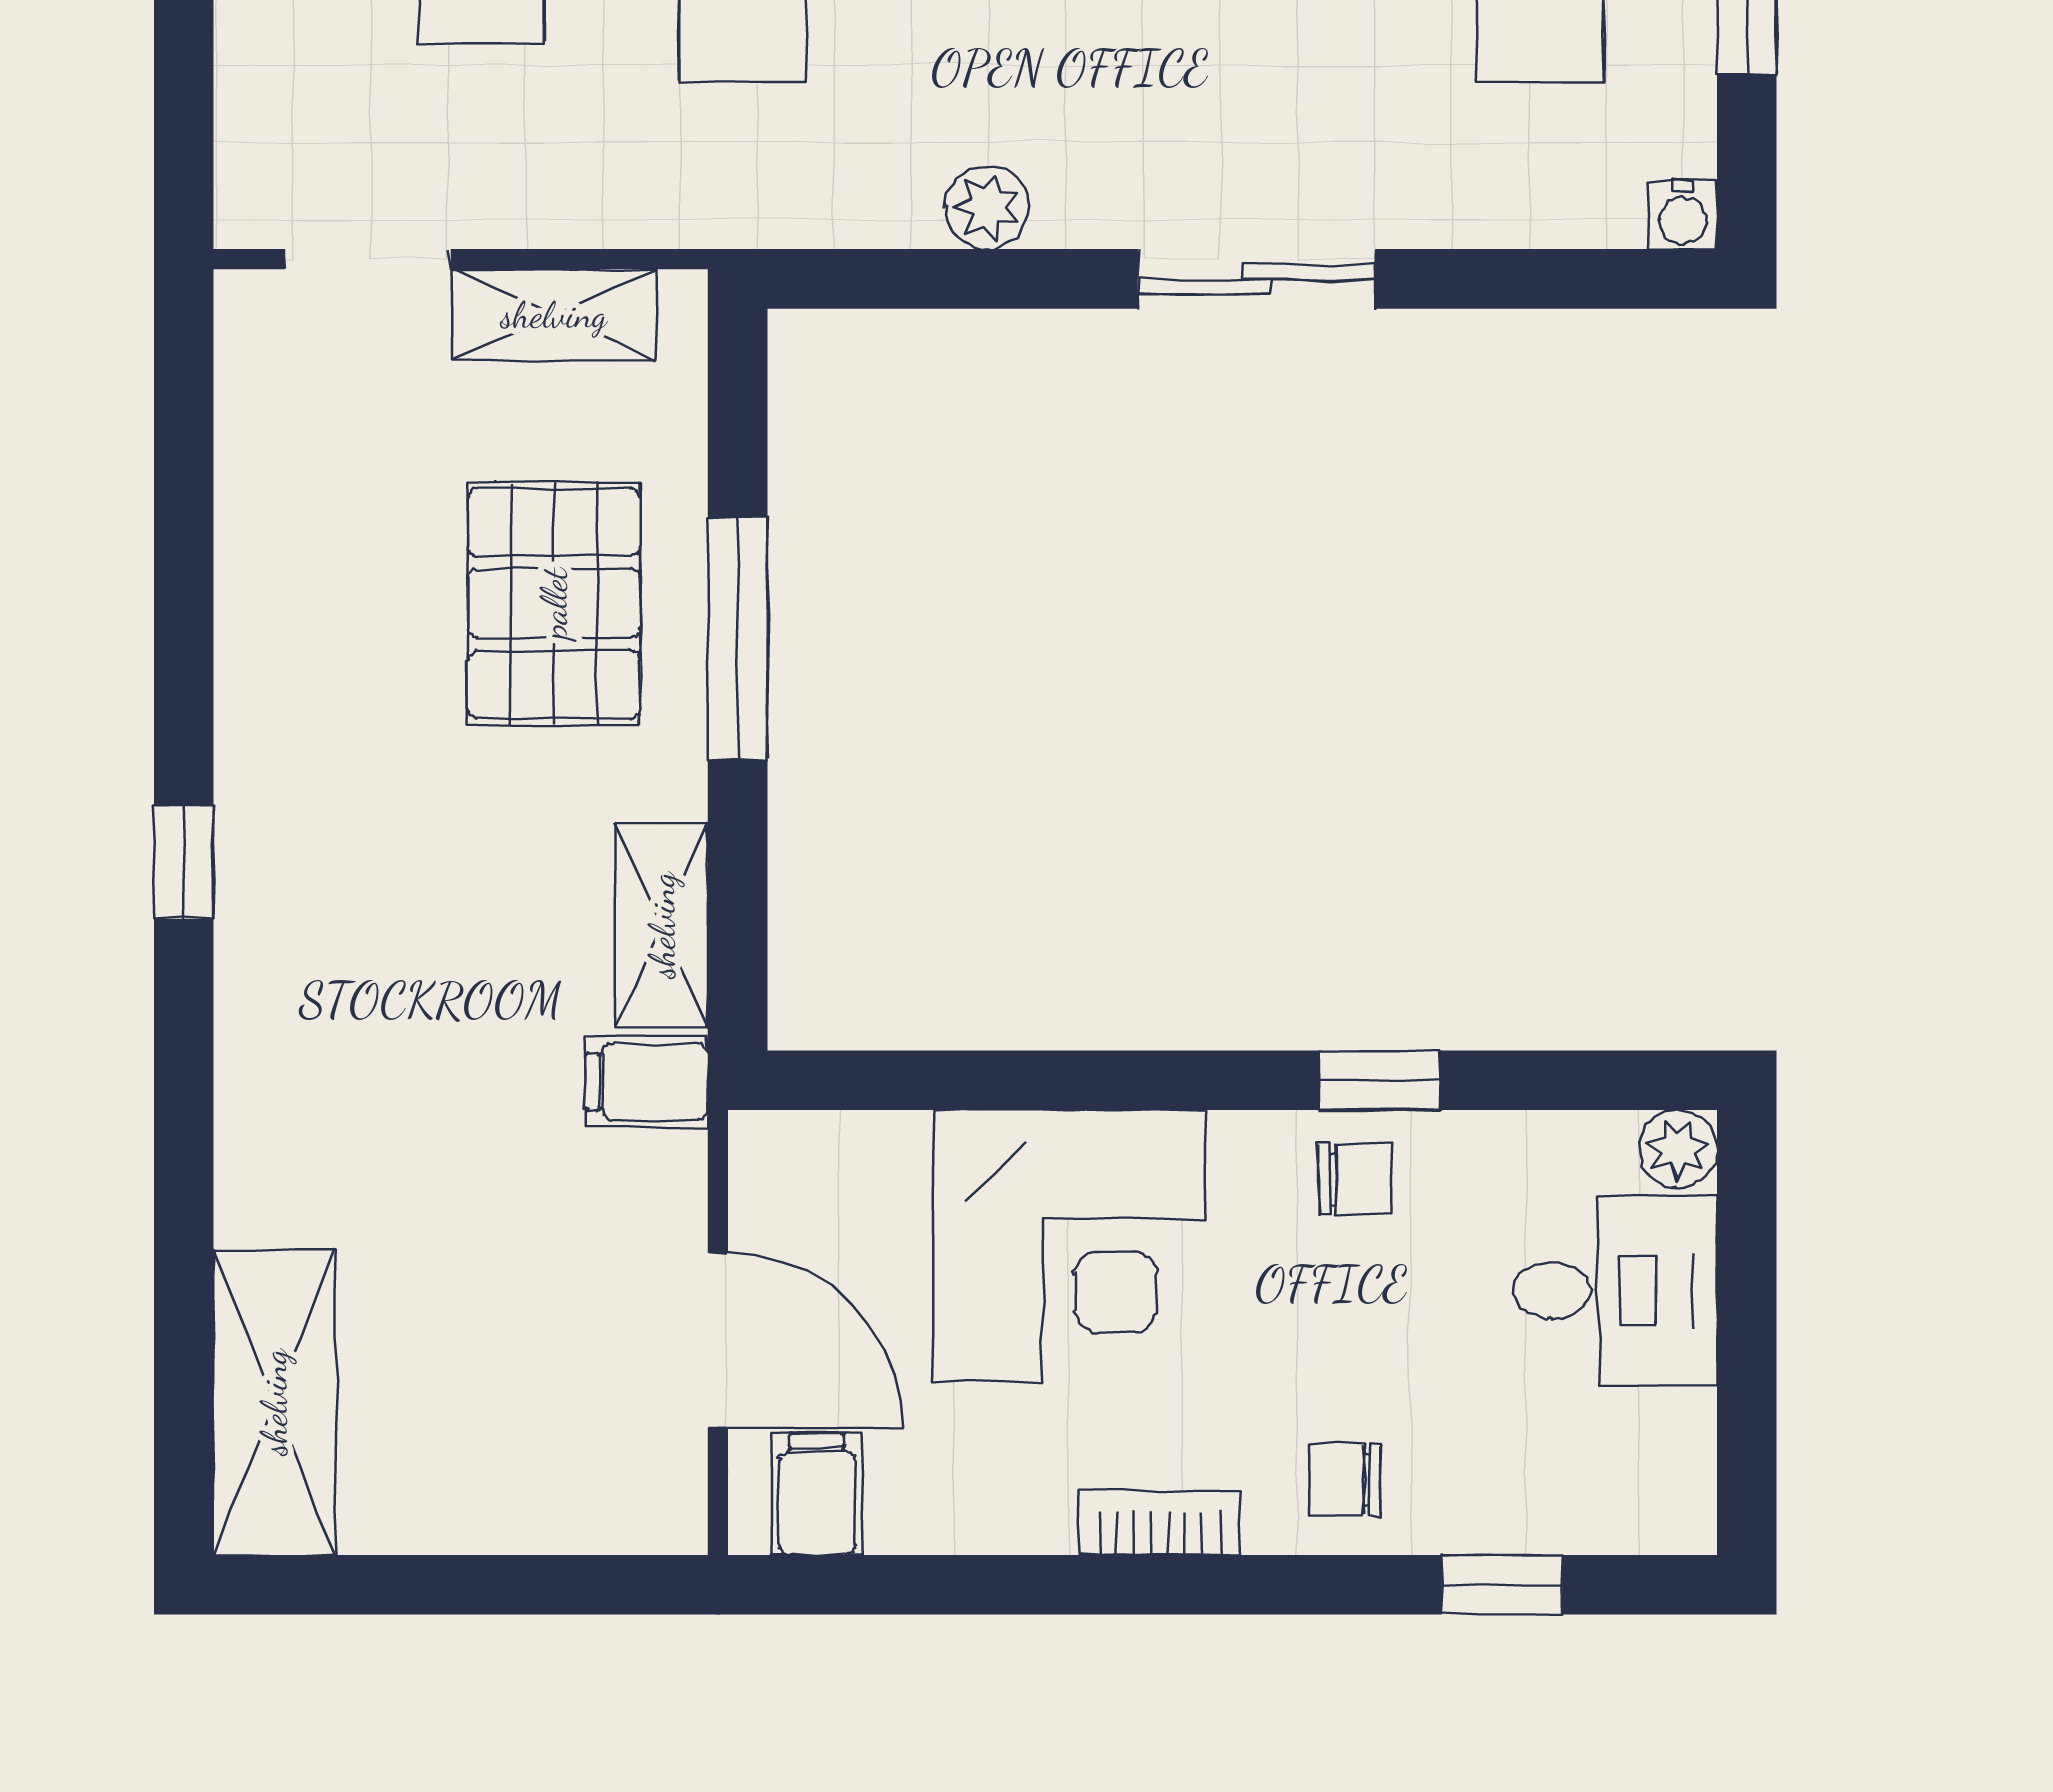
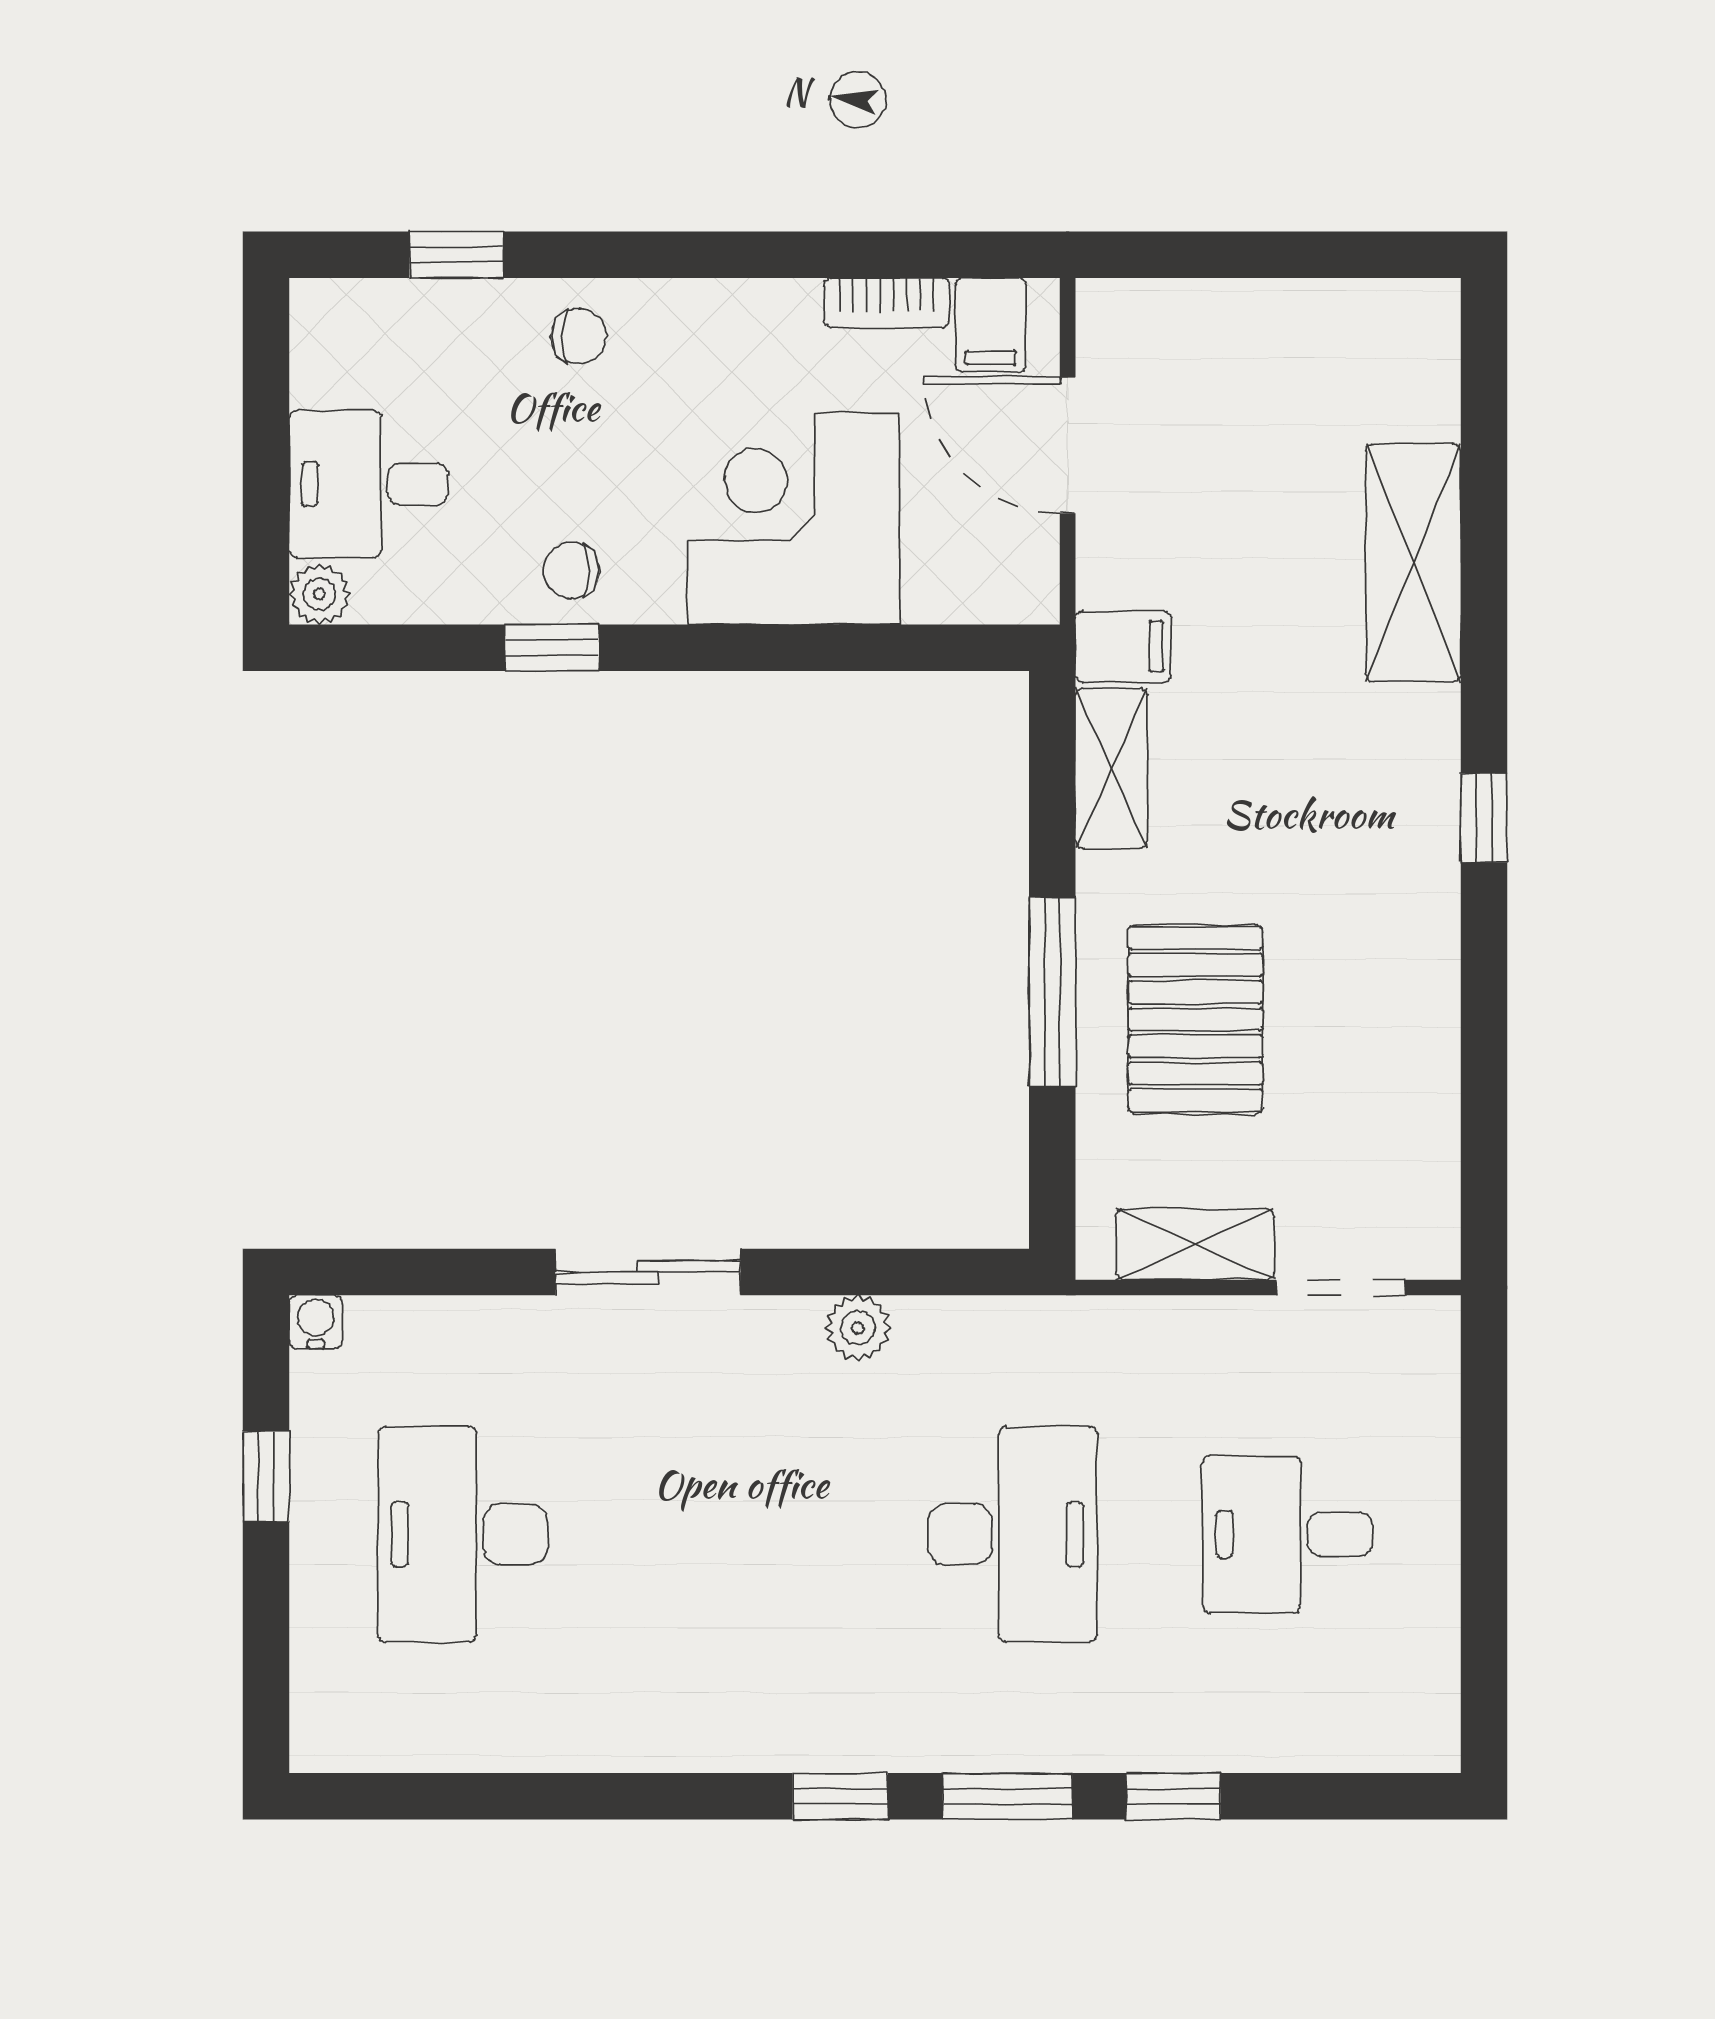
shelving: (274, 1402) -> (1413, 563), moved
bookcase: (1159, 1523) -> (887, 303), moved

